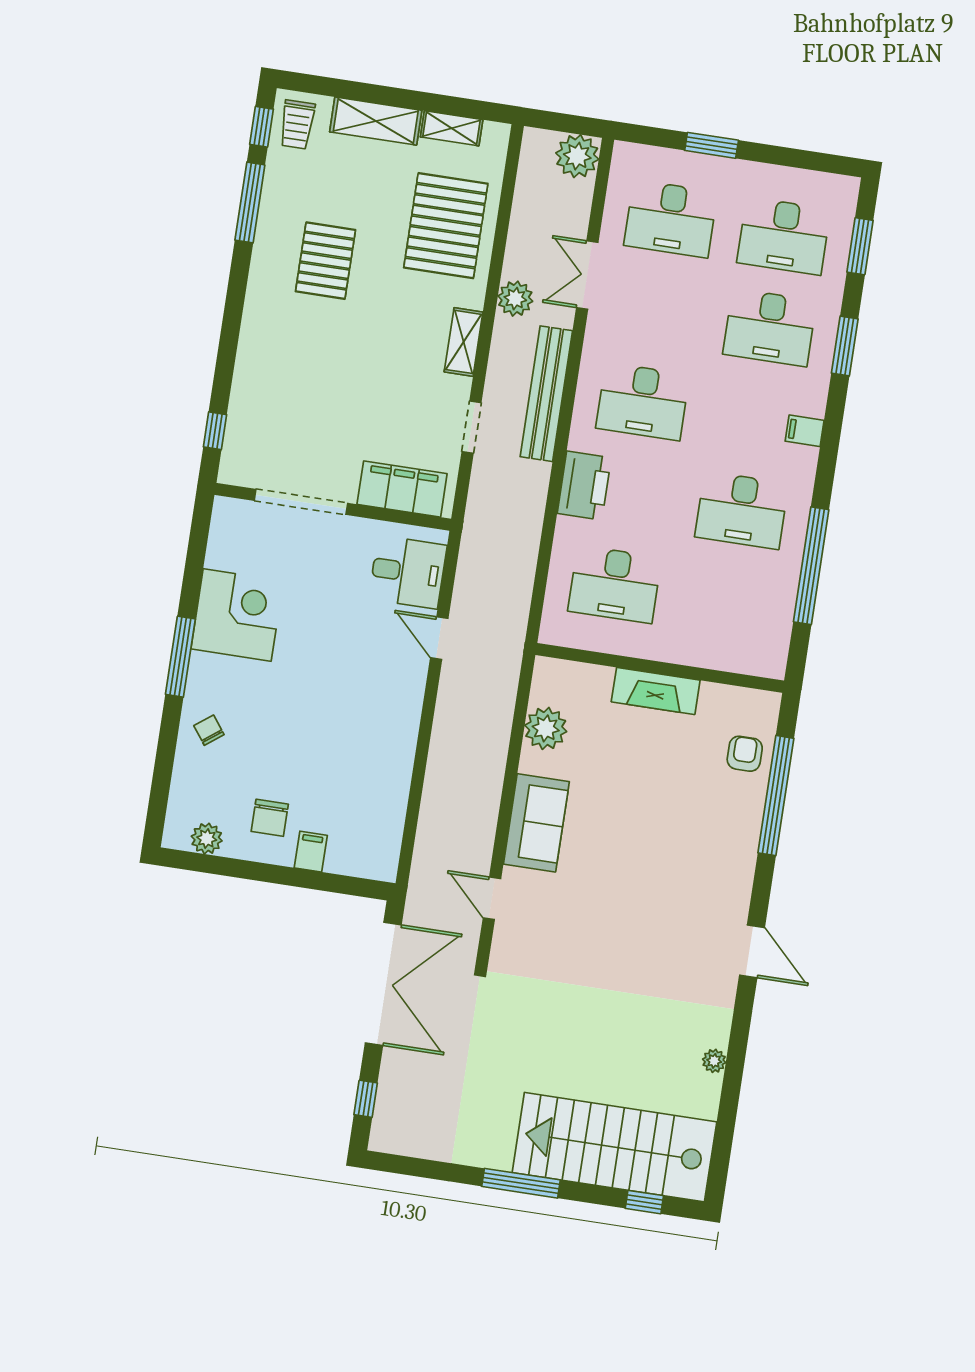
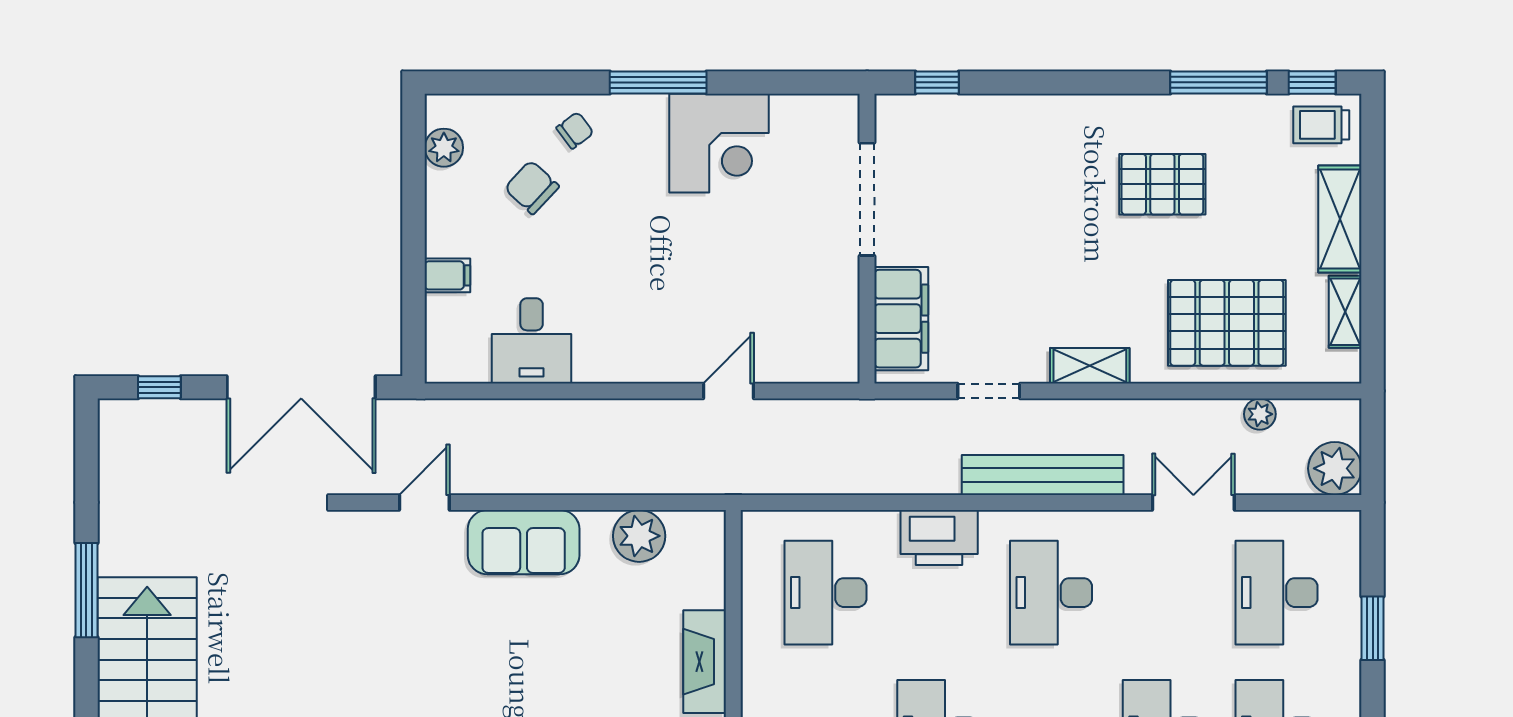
plant: (515, 299) -> (1260, 414), moved, width x0.73, depth x0.73
desk: (408, 572) -> (532, 341), moved
chair: (270, 818) -> (532, 187), moved, turned 43

